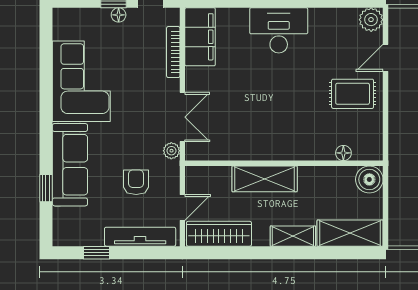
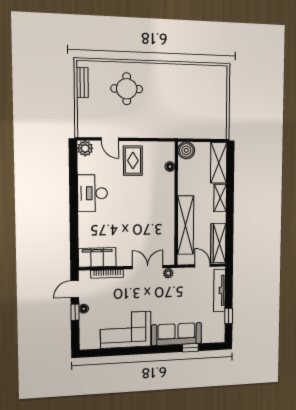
desk: (279, 30) -> (93, 193), moved
shelving: (265, 179) -> (186, 225), width x1.47
armchair: (136, 182) -> (187, 294), removed

